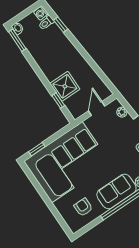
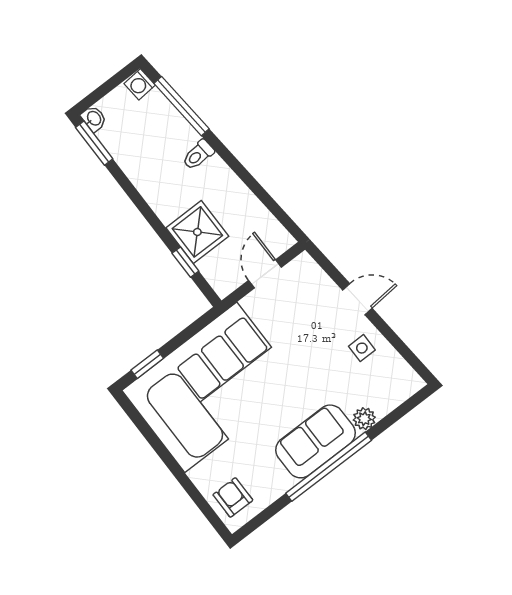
toilet: (46, 23) -> (198, 155), moved
window: (61, 25) -> (181, 106), width x2.17
plant: (122, 112) -> (317, 278), removed
armchair: (83, 207) -> (233, 497), moved

